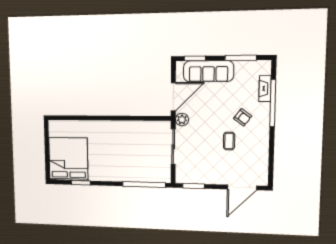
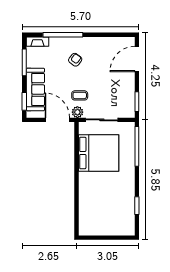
fireplace: (265, 89) -> (37, 42), moved
coffee table: (229, 141) -> (80, 95), moved
bed: (68, 159) -> (99, 153), moved, turned 180
door: (242, 187) -> (137, 59), swing flipped

